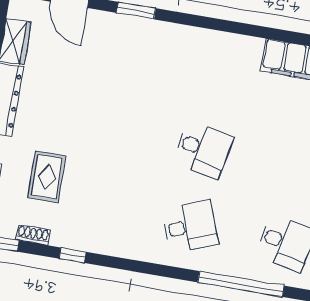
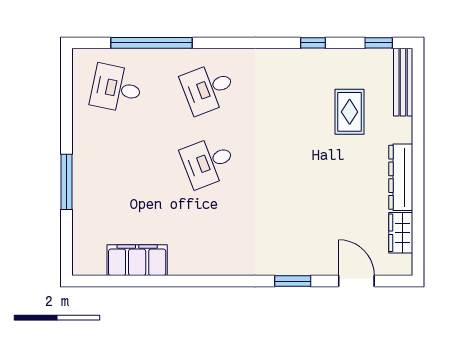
desk: (203, 150) -> (208, 162), turned -33
shoe rack: (33, 235) -> (353, 56), removed

